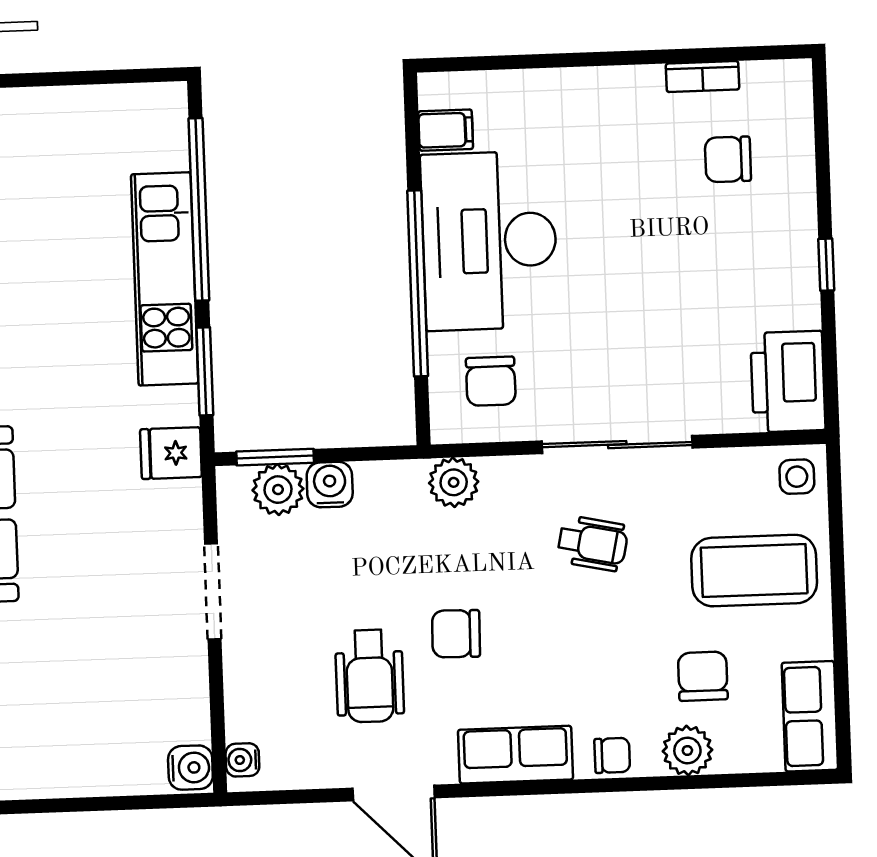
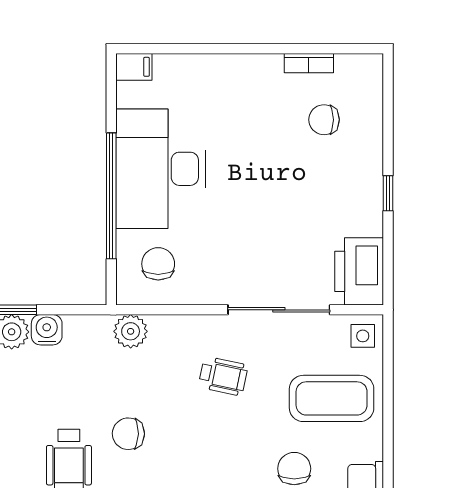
filing cabinet: (446, 130) -> (134, 67), moved
chair: (491, 381) -> (158, 264), turned 180
sliding door: (617, 445) -> (279, 310), moved

